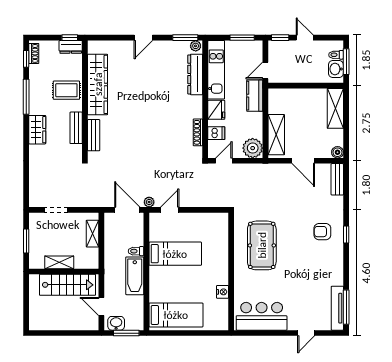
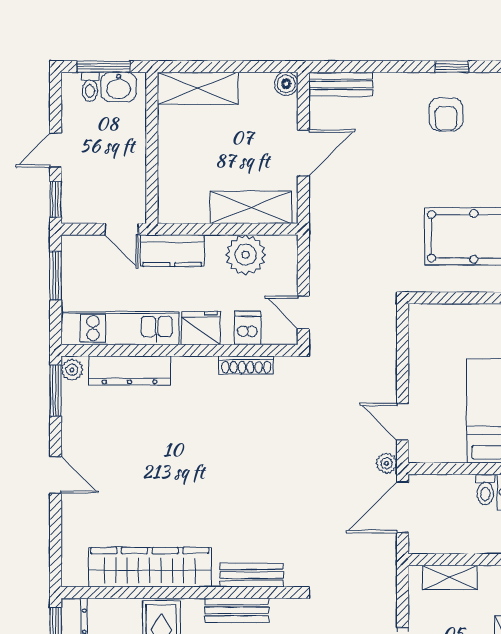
plant: (253, 148) -> (246, 255), moved

